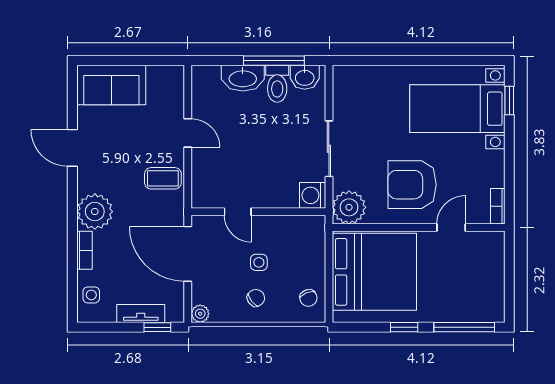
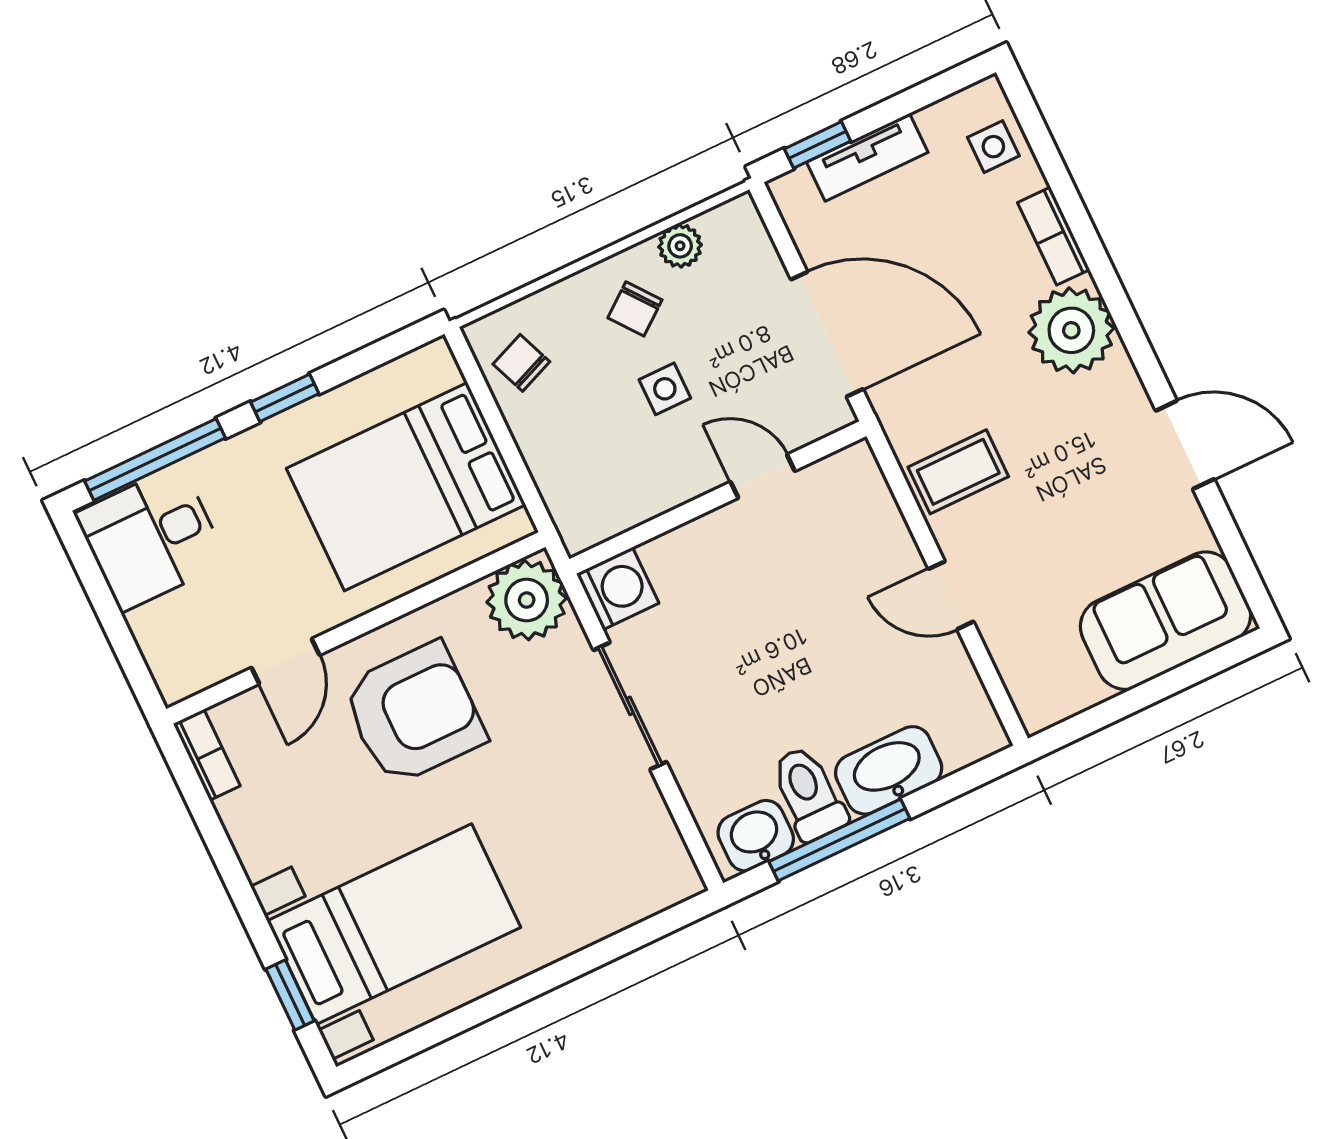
bed: (374, 272) -> (406, 487), width x0.73
desk: (480, 298) -> (151, 538), added
plant: (200, 314) -> (680, 246), moved

